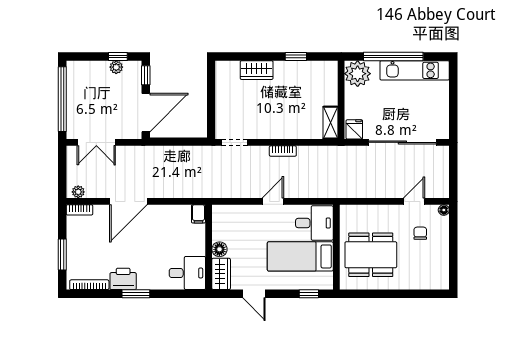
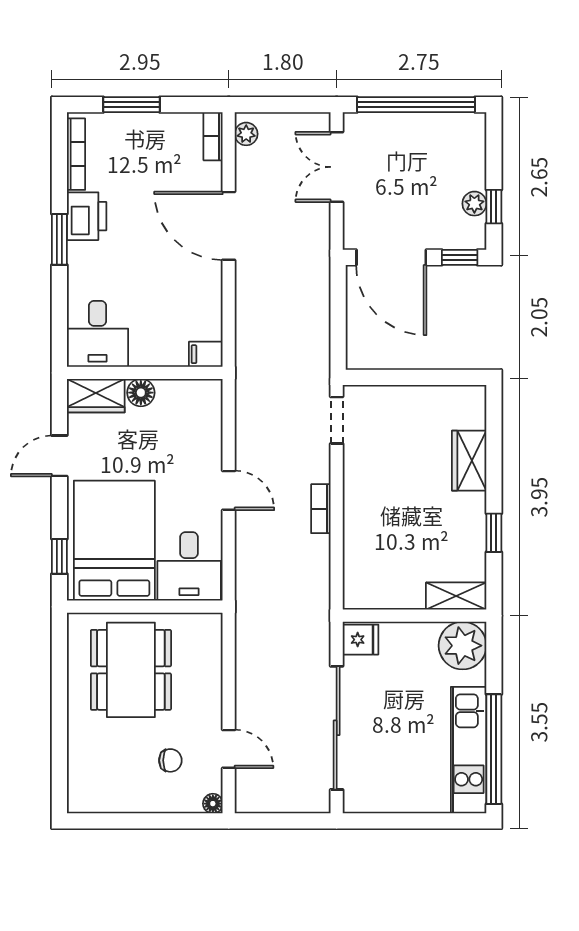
window: (393, 57) -> (494, 749), moved
shelving: (331, 123) -> (456, 596), moved
bed: (300, 256) -> (114, 541), width x1.50

